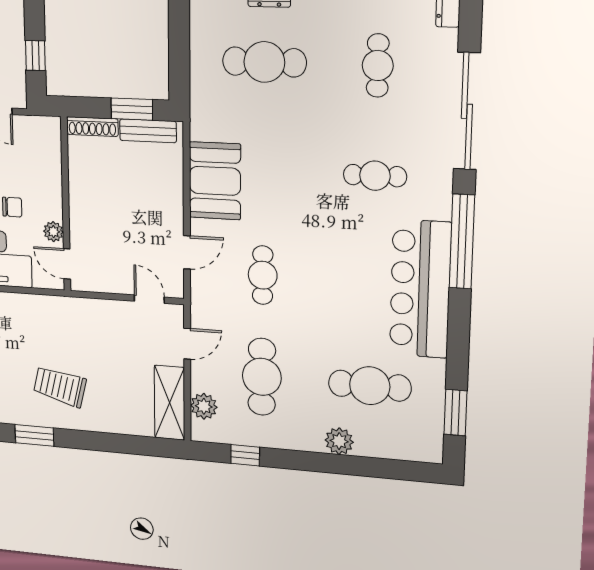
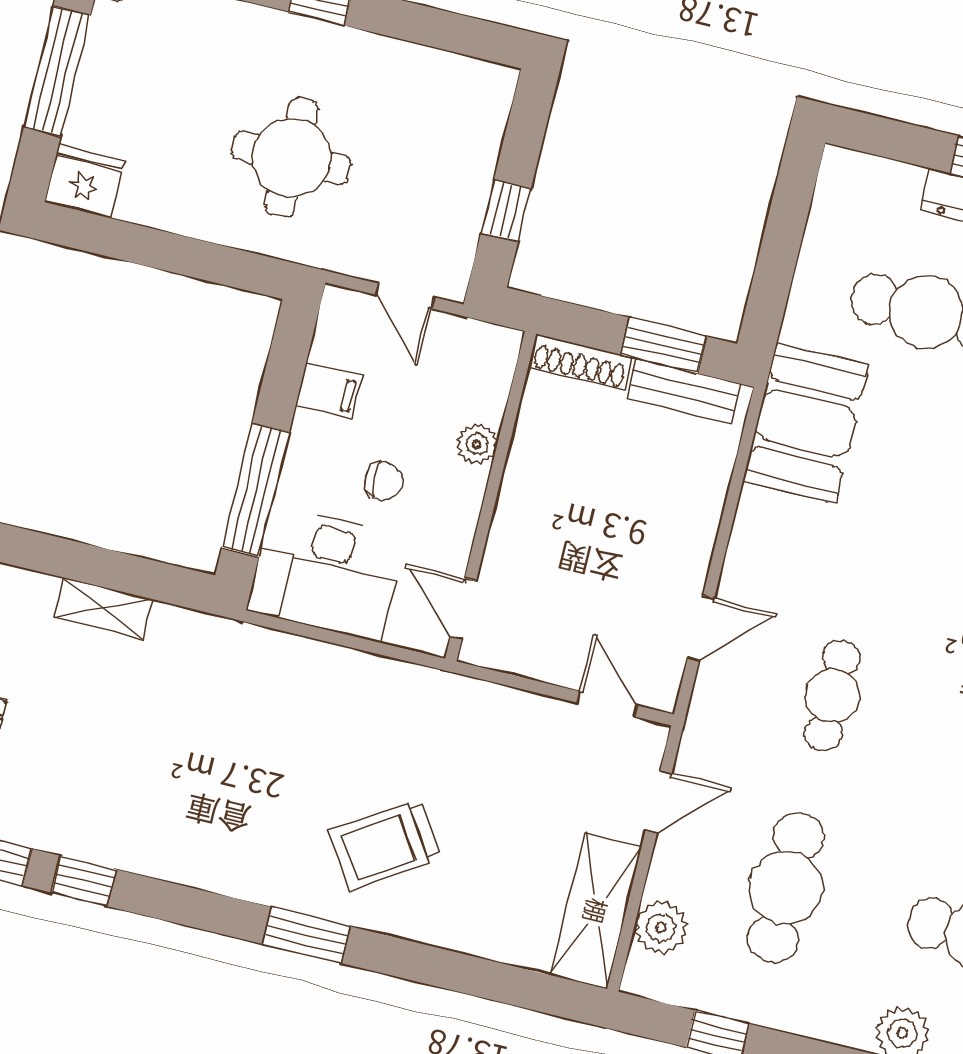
booth: (215, 181) -> (806, 423), moved
plant: (53, 232) -> (477, 444), moved
trolley: (60, 386) -> (385, 845), turned -46

